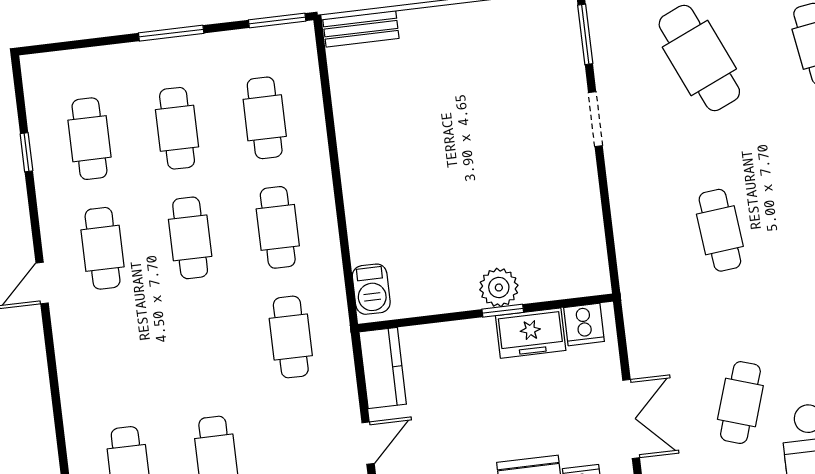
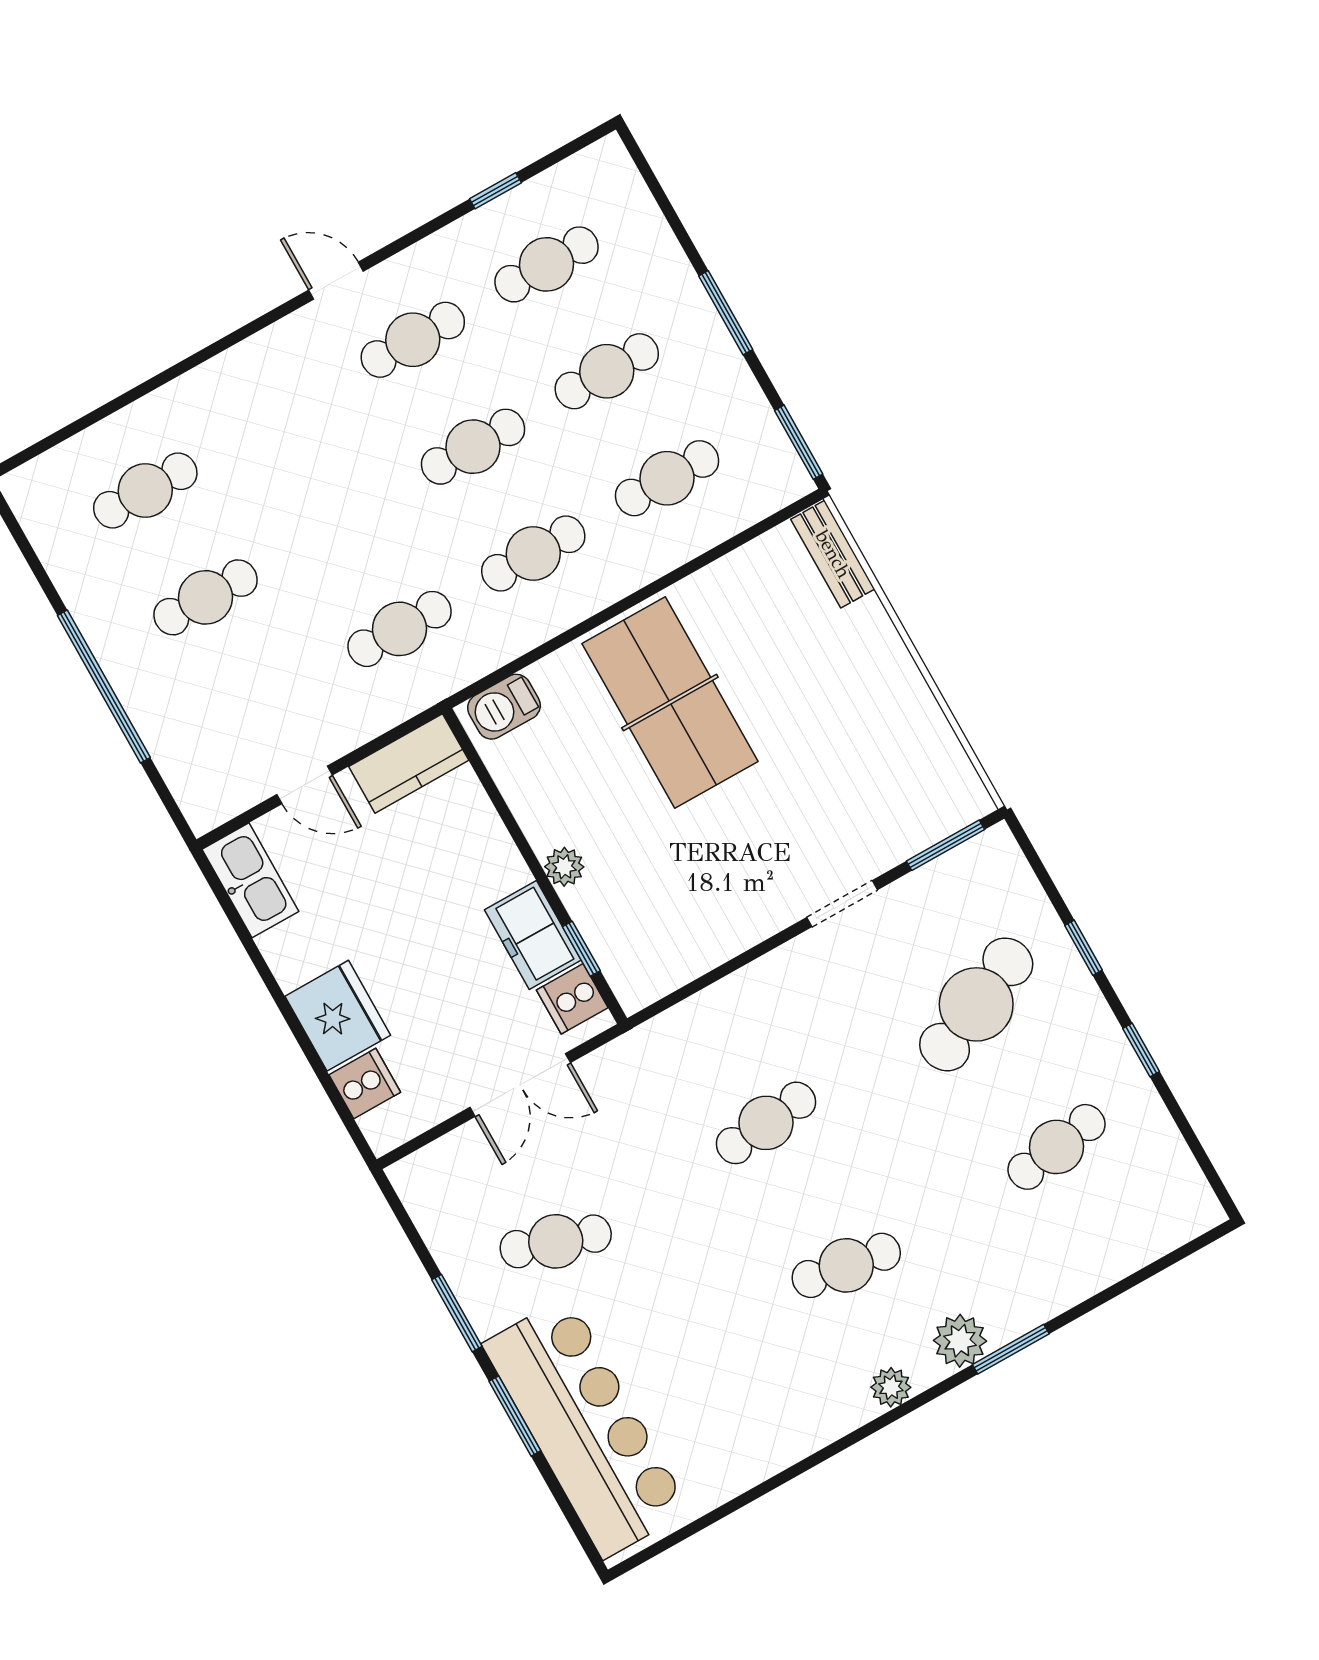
table tennis table: (414, 178) -> (670, 703), added
plant: (499, 287) -> (564, 867), width x0.73, depth x0.73
window: (503, 311) -> (581, 949), moved
double door: (631, 419) -> (520, 1085), moved

